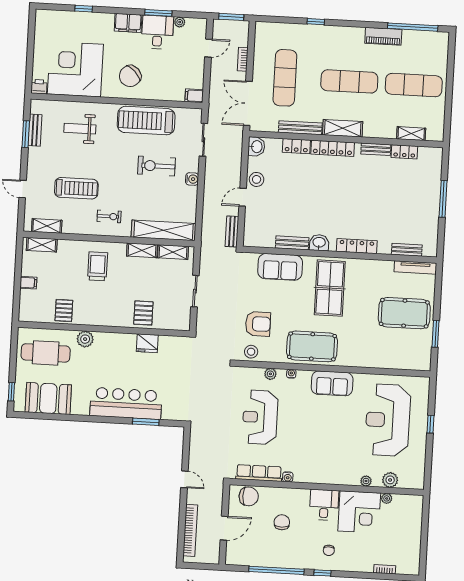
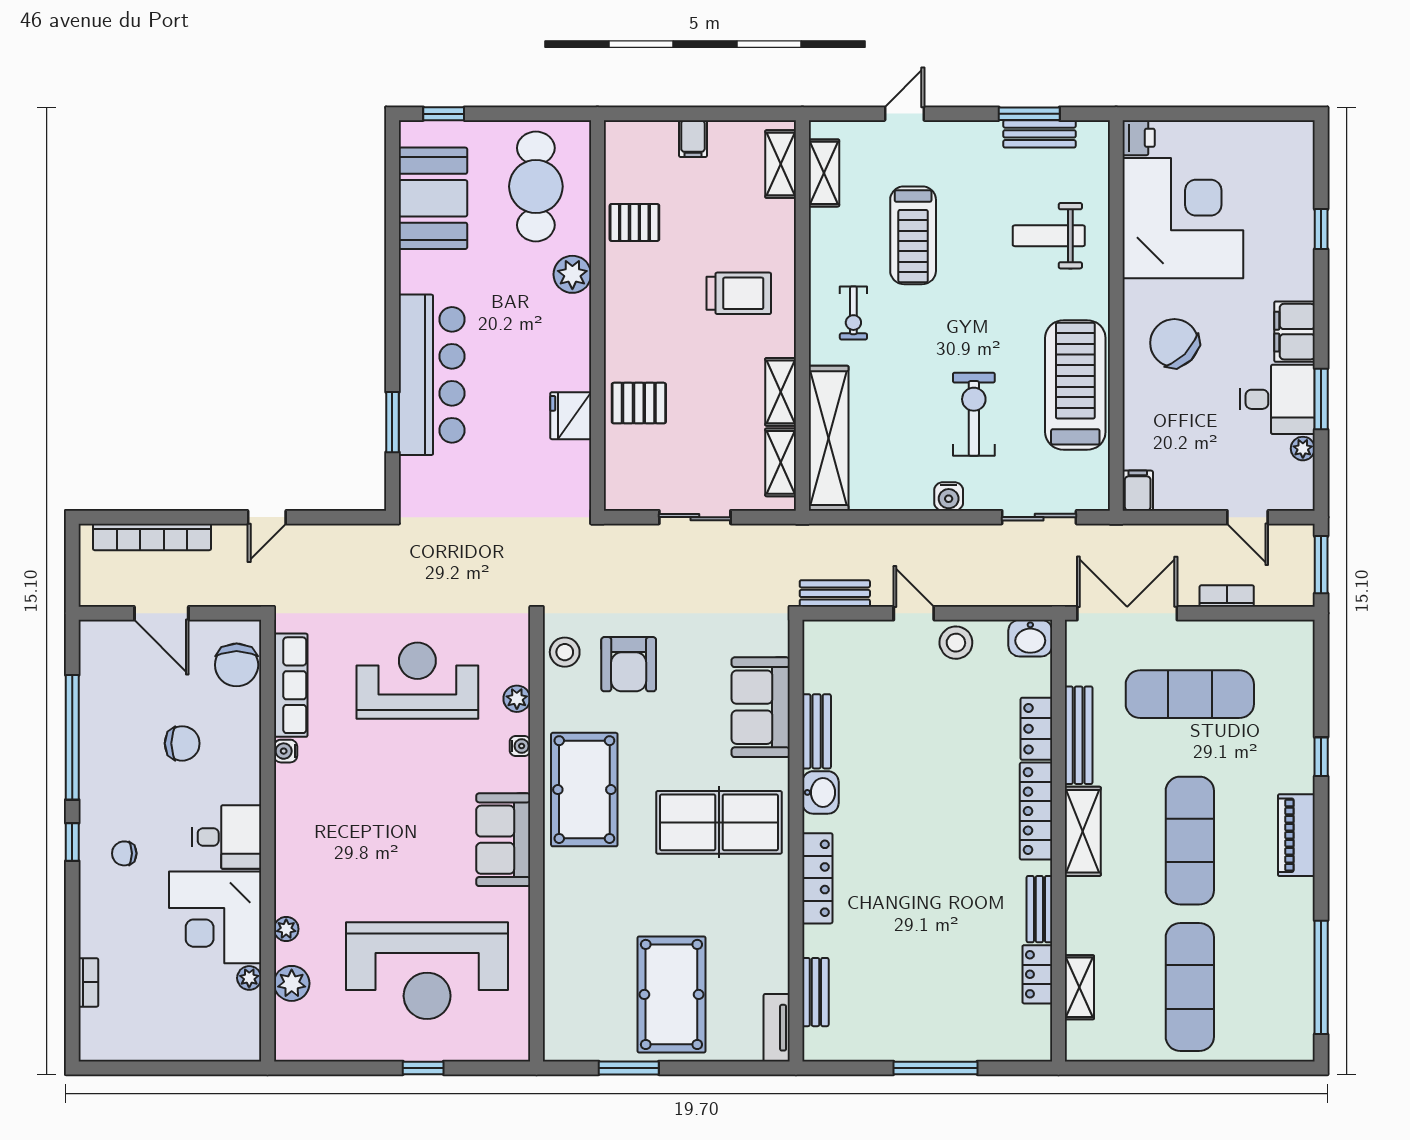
piano: (383, 36) -> (1296, 835), moved
weight bench: (80, 129) -> (1049, 236), turned -90
tv unit: (415, 267) -> (777, 1028), width x0.71
reception desk: (388, 420) -> (427, 971), turned 180

